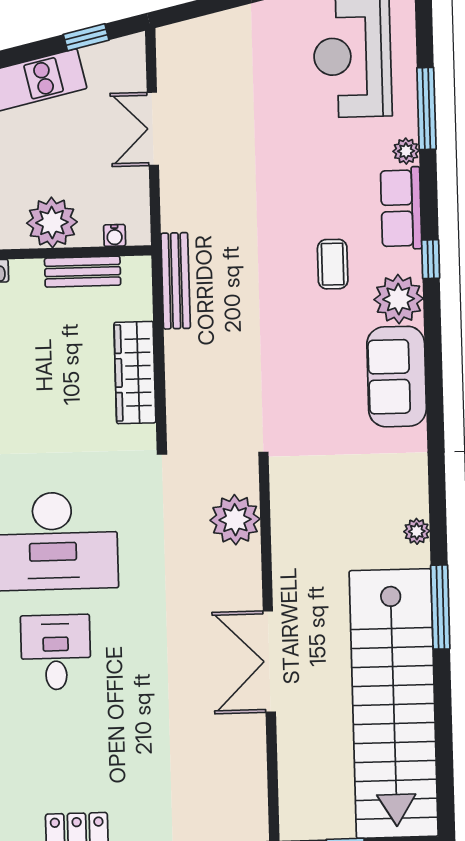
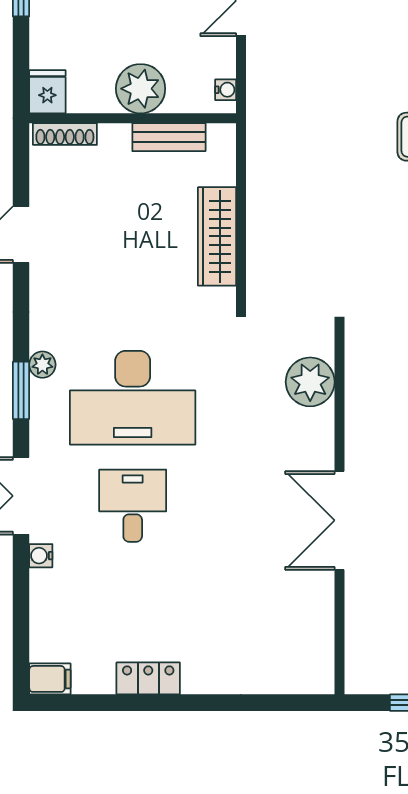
water cooler: (115, 235) -> (226, 90), moved, turned -90
bench: (176, 281) -> (259, 149), removed

